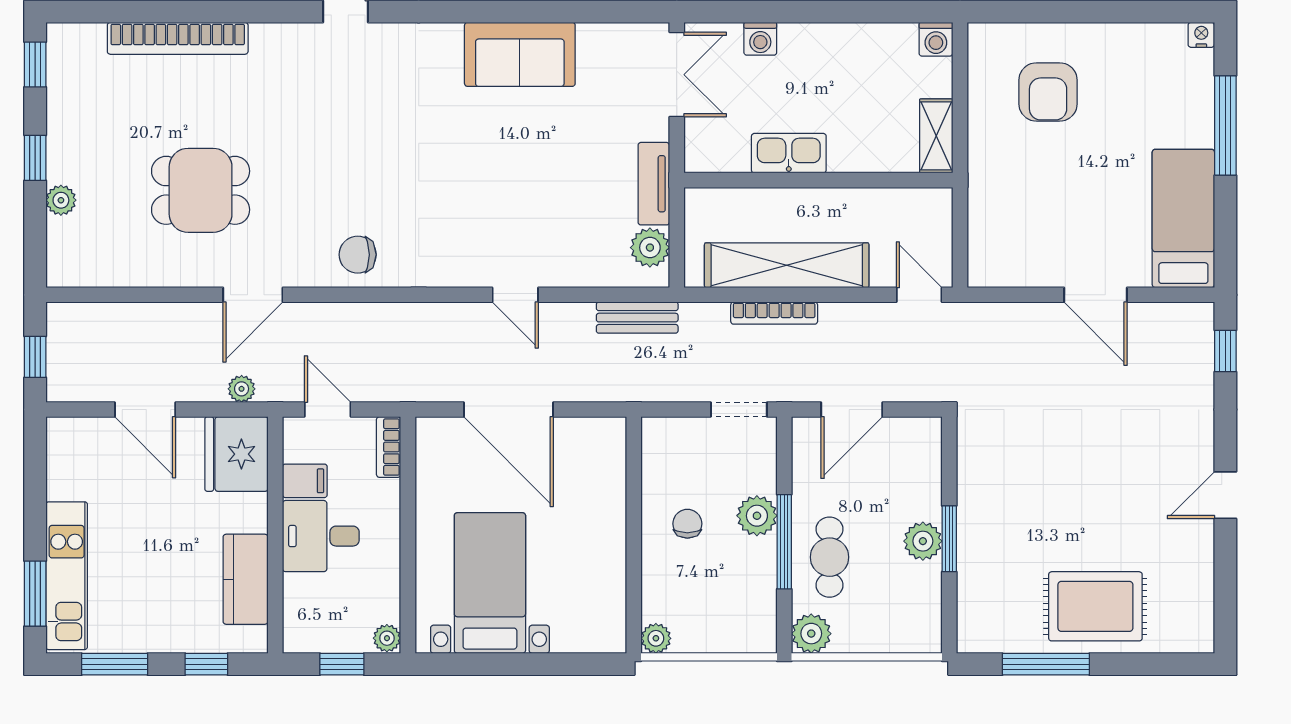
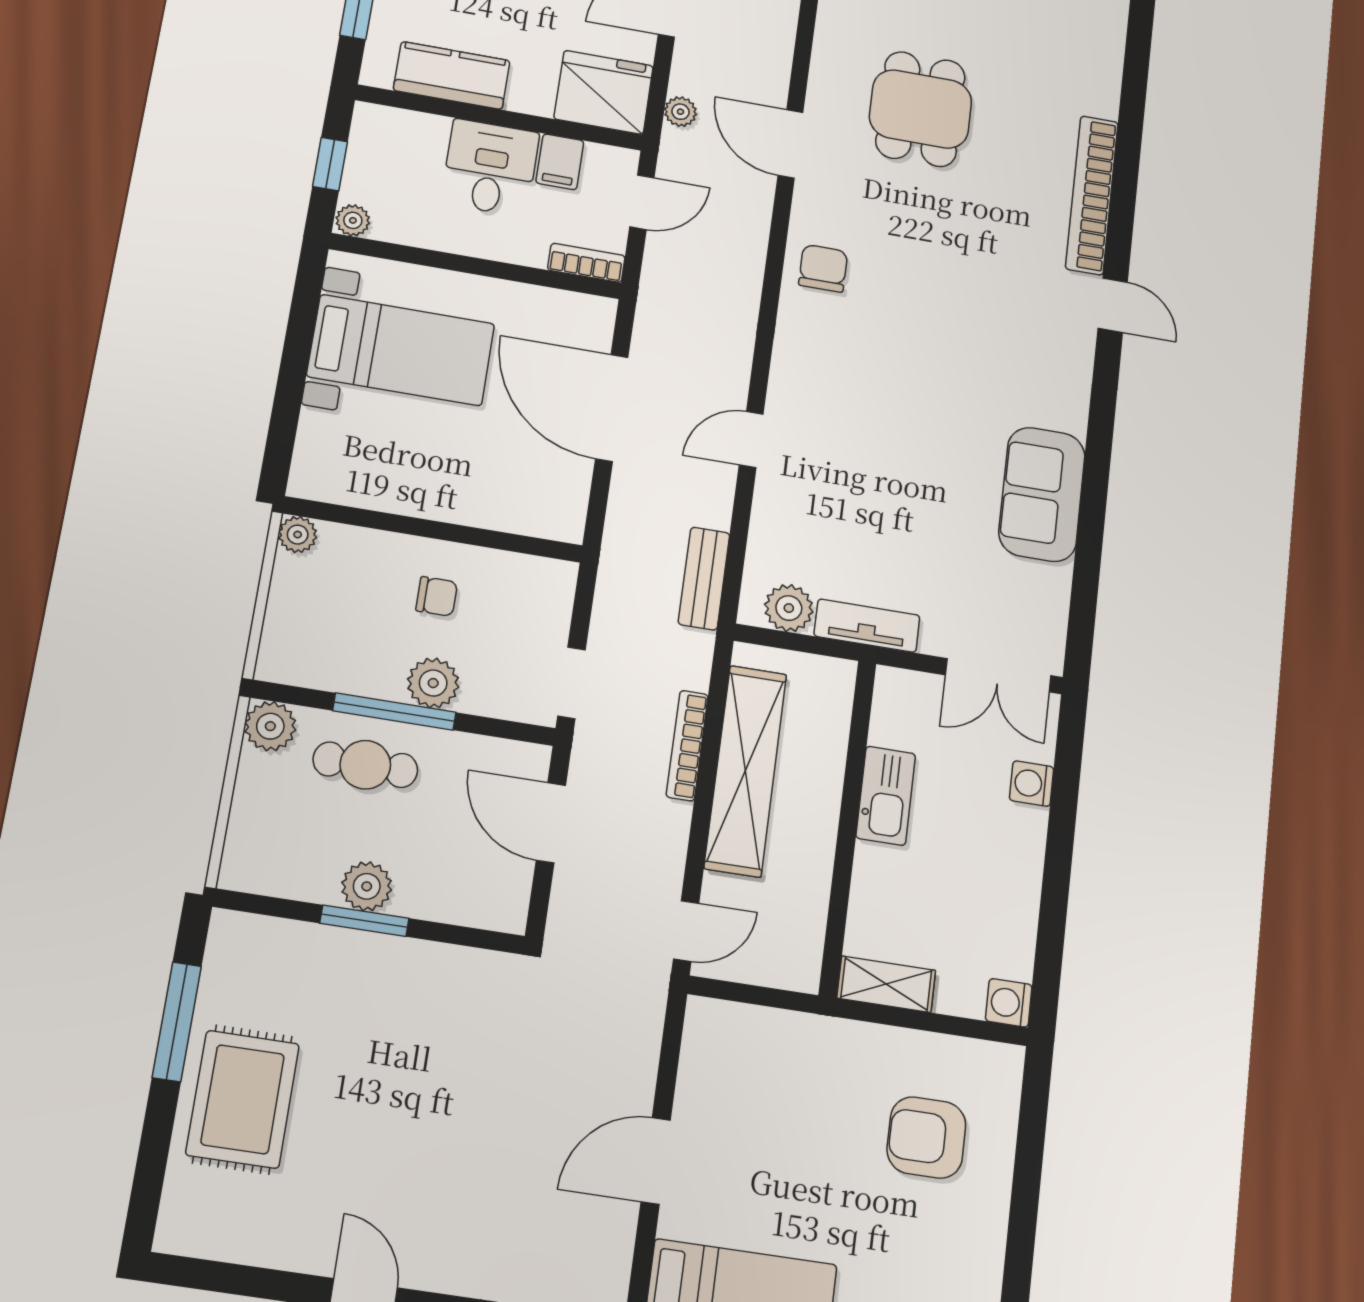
bookcase: (178, 38) -> (1092, 195), moved
door: (508, 410) -> (612, 408), hinge flipped

